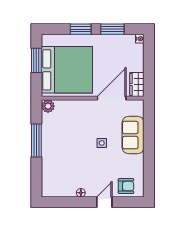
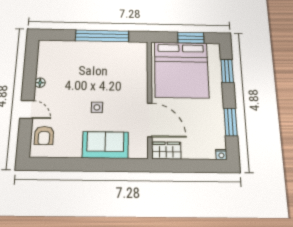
window: (81, 29) -> (227, 71), moved
plant: (48, 106) -> (140, 49), removed
window: (36, 140) -> (102, 36), width x1.46

